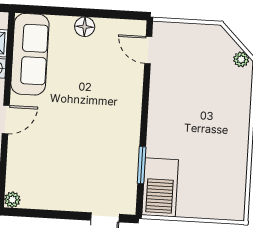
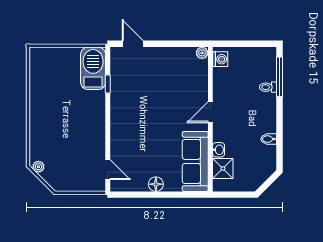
window: (142, 165) -> (108, 84), width x0.67

